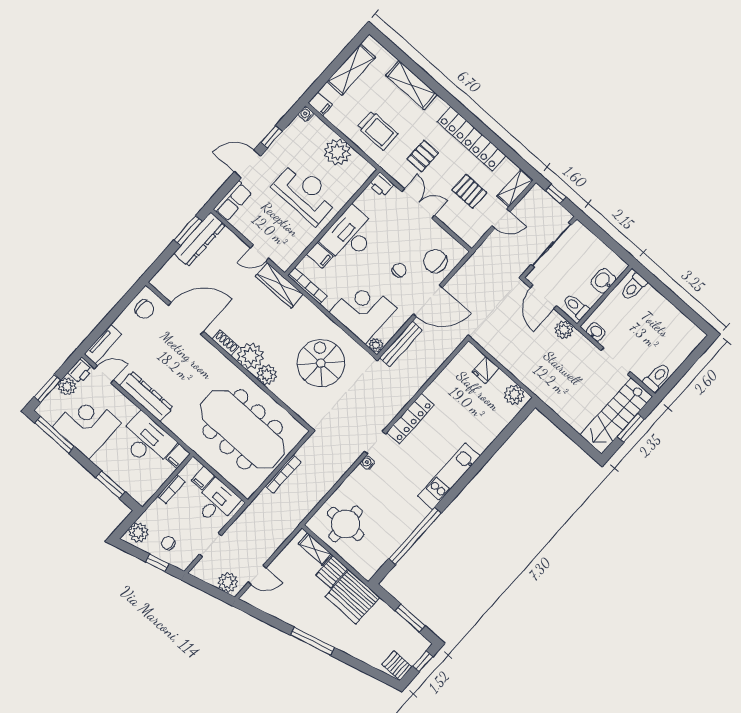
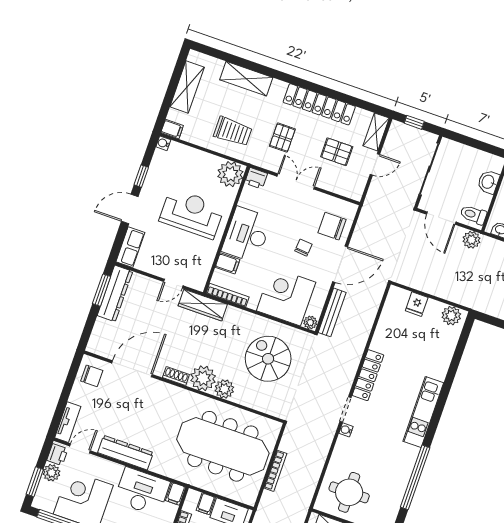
plant: (337, 152) -> (230, 174), moved

